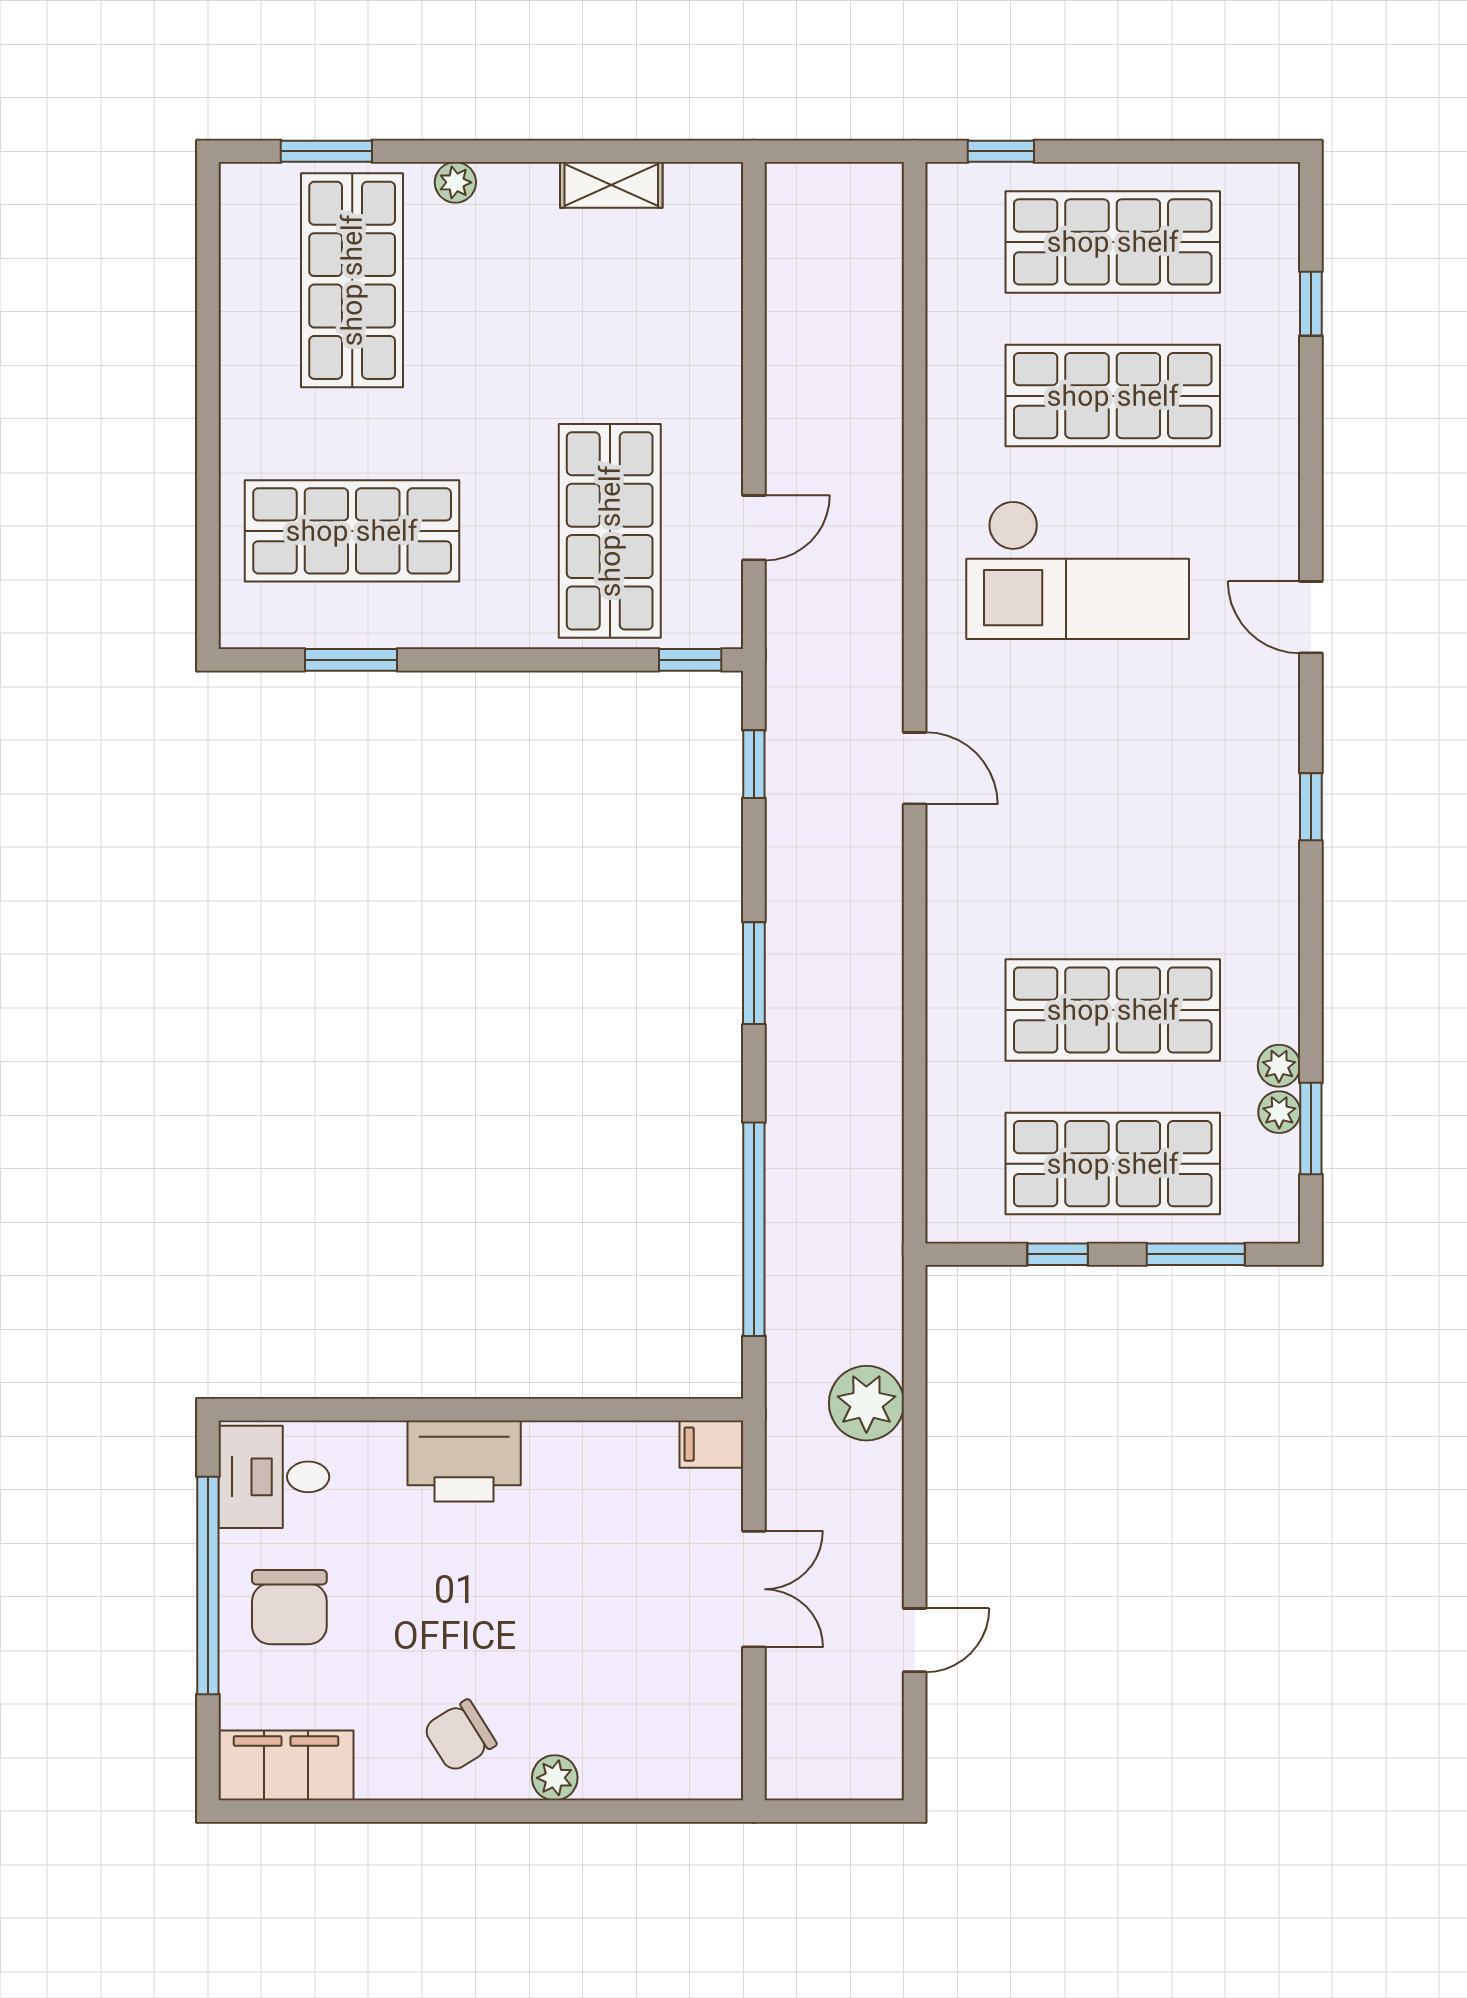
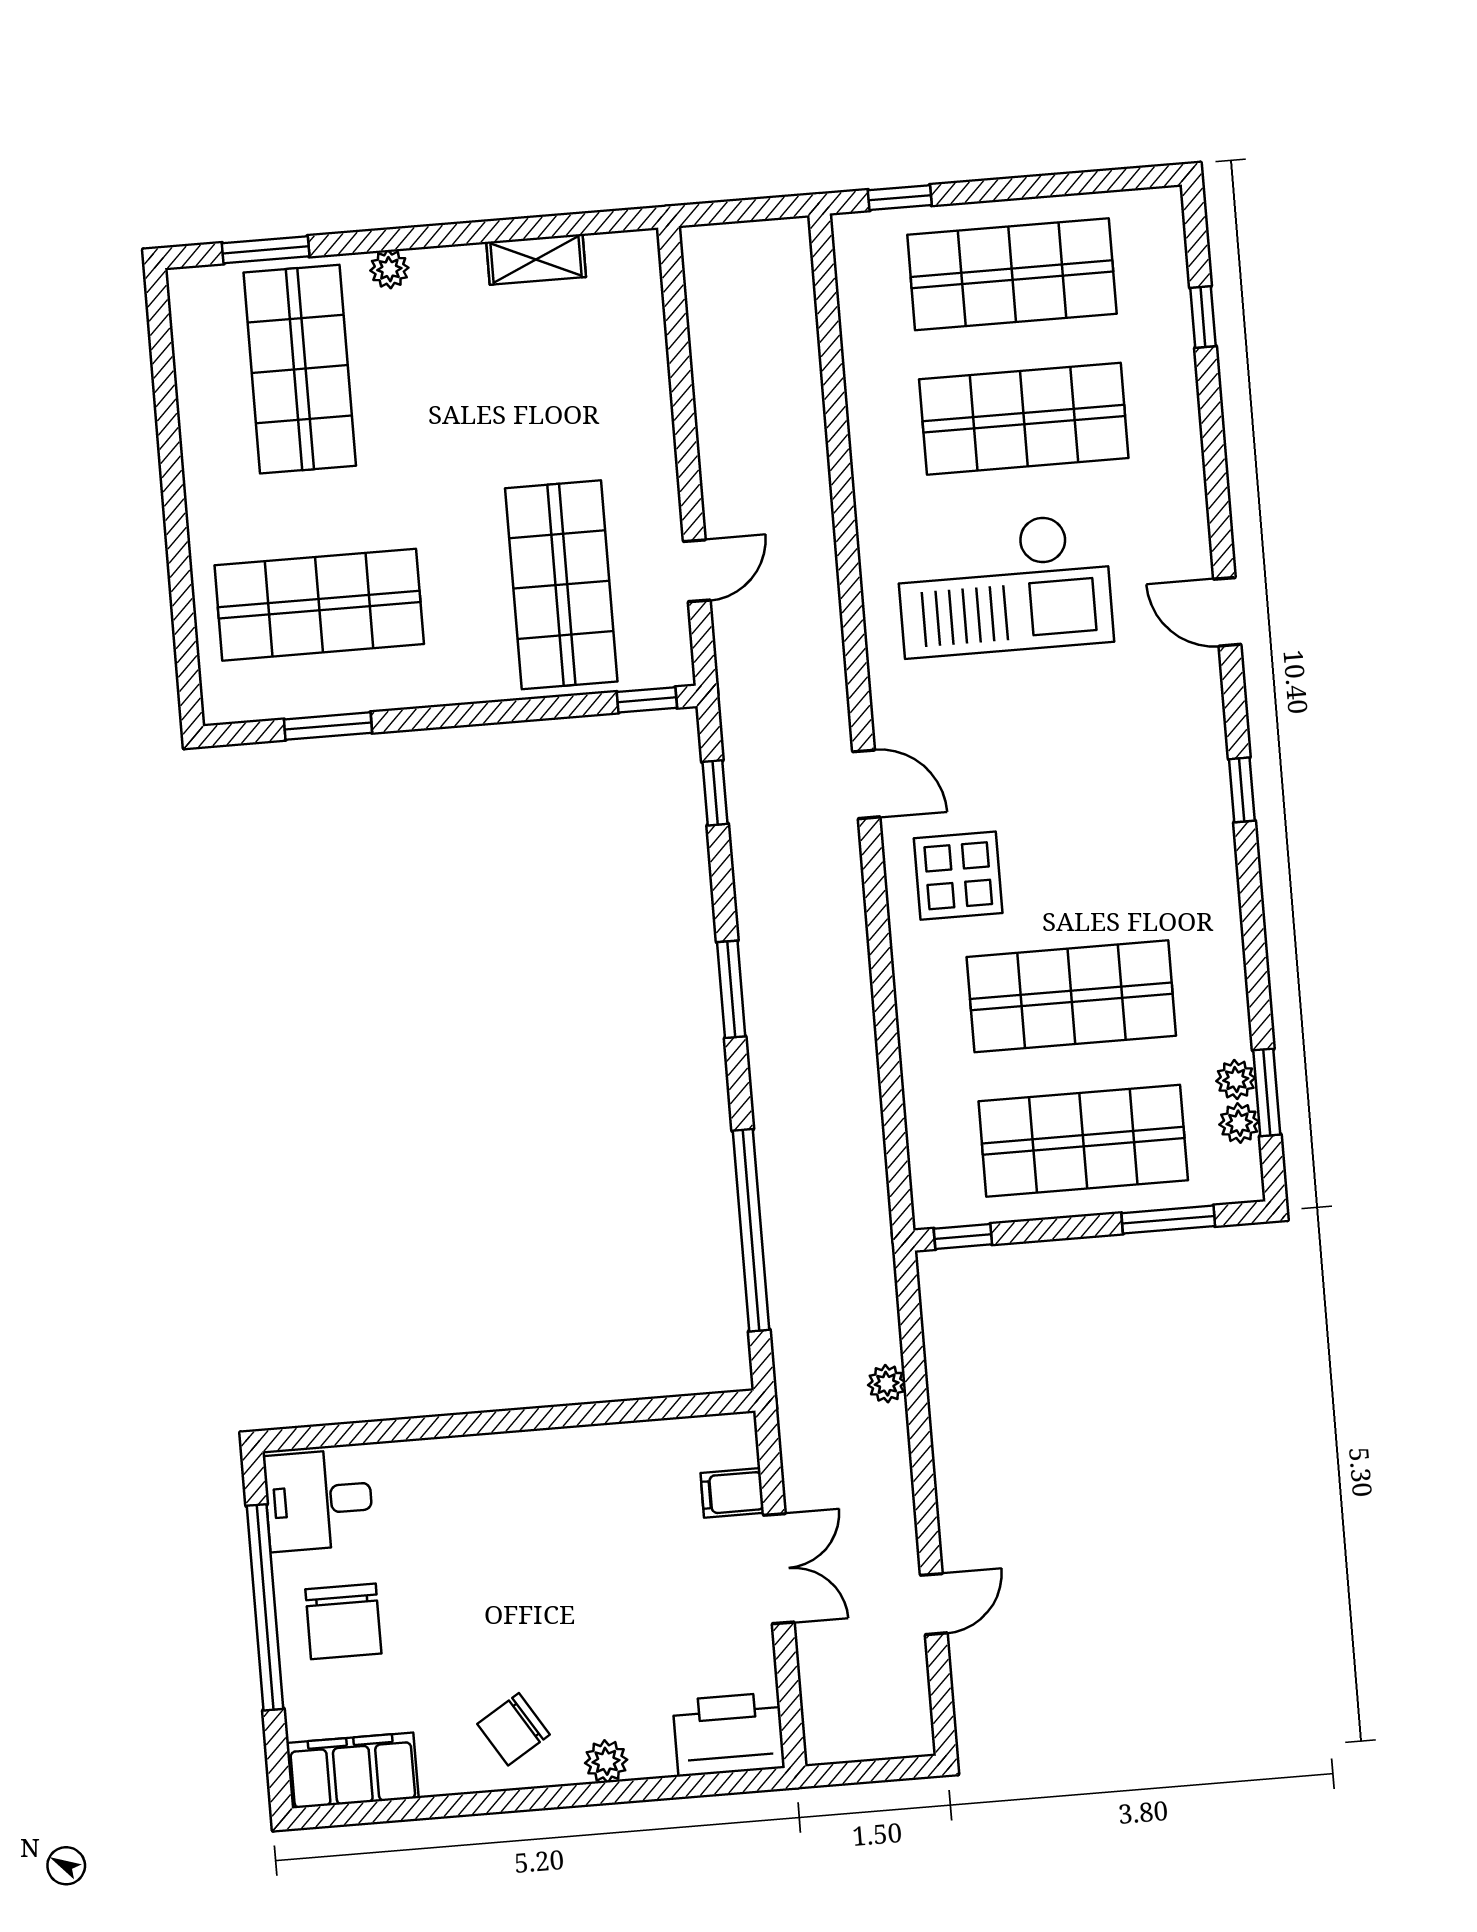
display table: (1004, 873) -> (958, 876), added
plant: (1279, 1066) -> (1239, 1123), moved
window: (1058, 1254) -> (963, 1236), moved
plant: (866, 1403) -> (887, 1384), width x0.53, depth x0.53
filing cabinet: (711, 1444) -> (732, 1493), moved
printer: (464, 1461) -> (729, 1734), moved, turned 180

